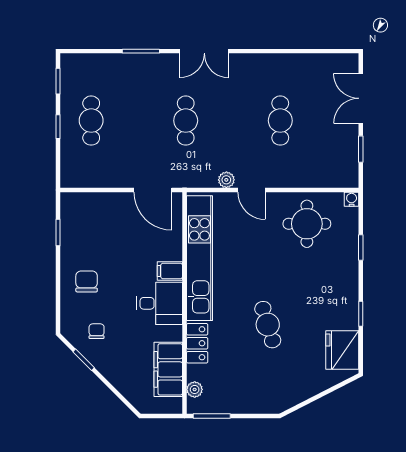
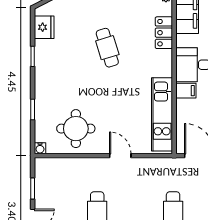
plant: (226, 180) -> (140, 164), removed
kitchen unit: (199, 258) -> (162, 114), width x0.73
fridge: (342, 350) -> (44, 27), width x0.73, depth x0.75

